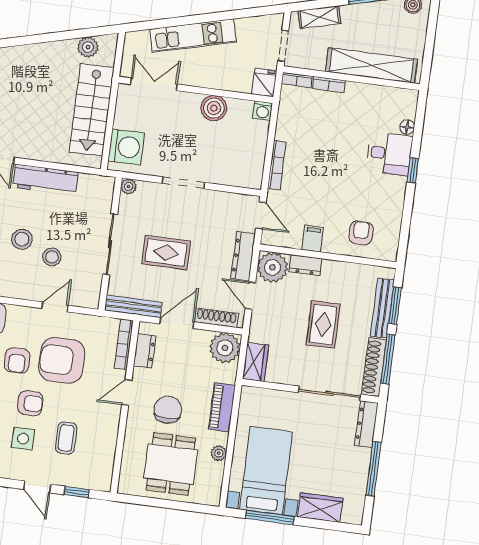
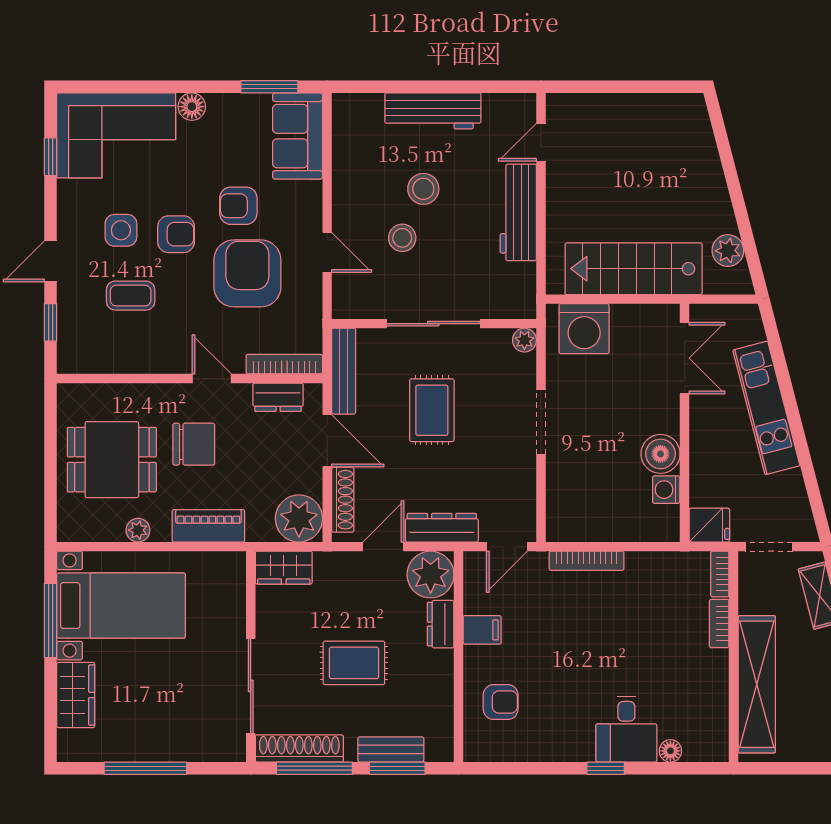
washing machine: (263, 111) -> (666, 490), moved
bench: (382, 308) -> (391, 749), width x0.73
armchair: (30, 403) -> (176, 234), turned -90
dresser: (366, 424) -> (212, 748), removed

